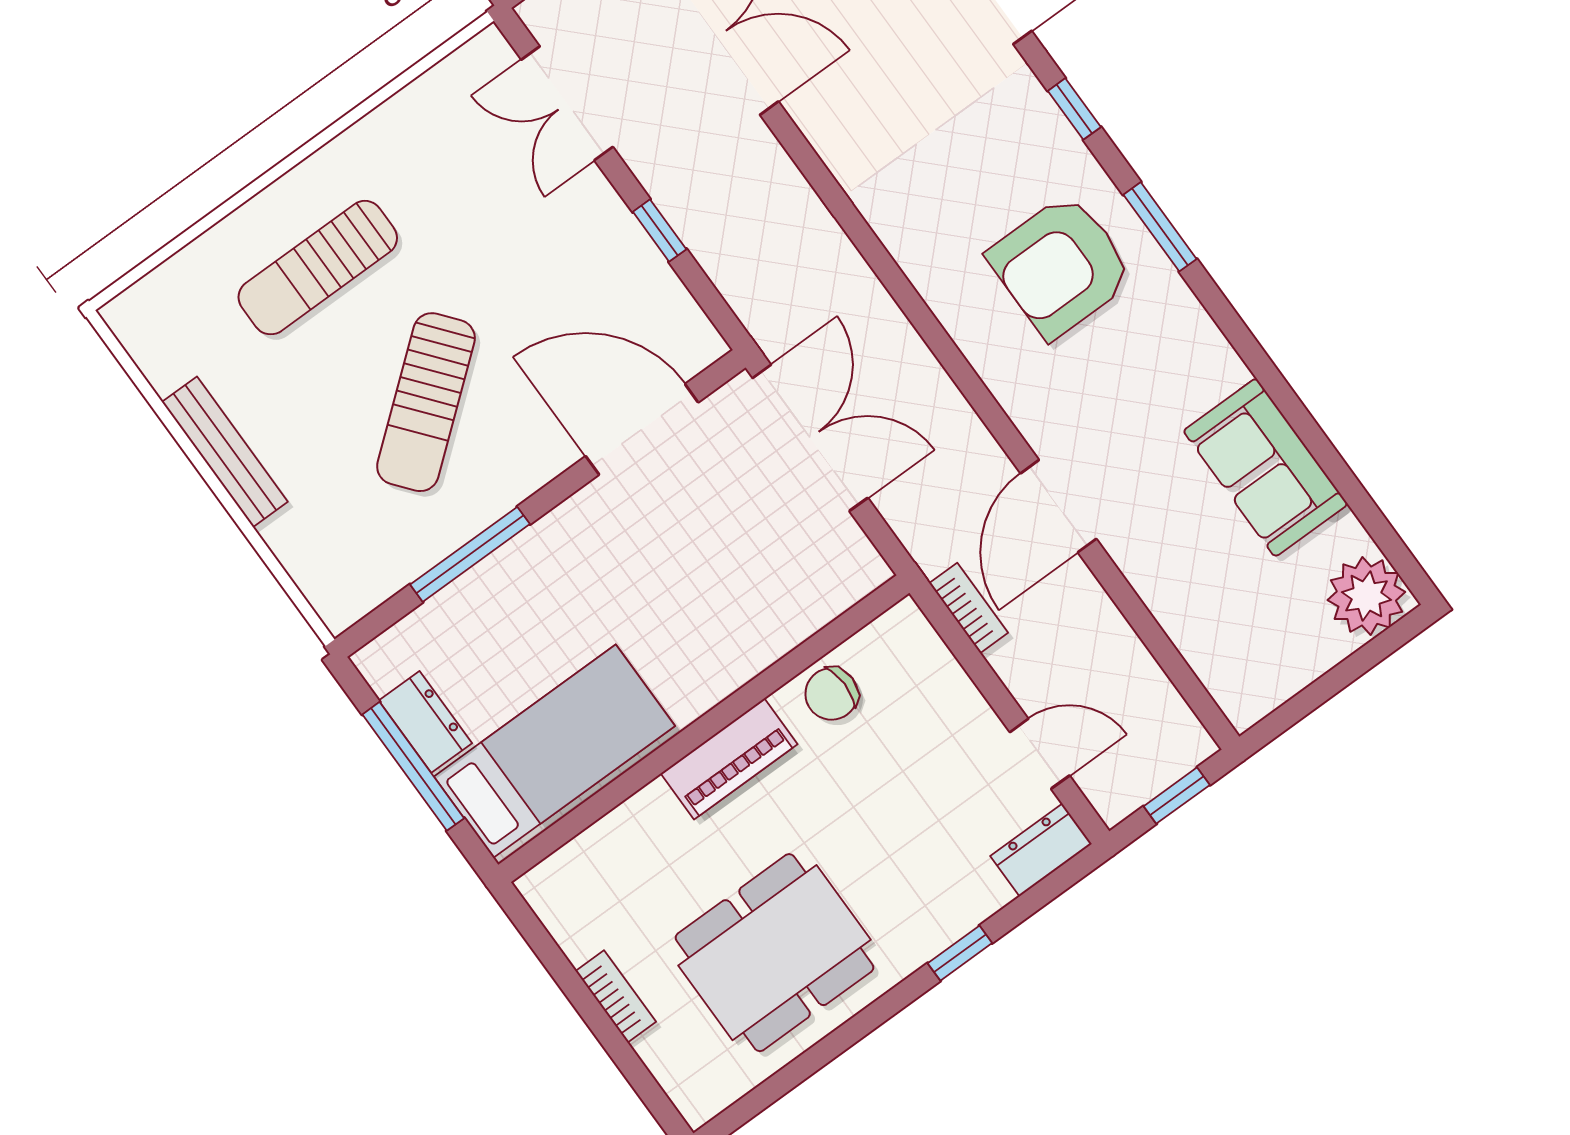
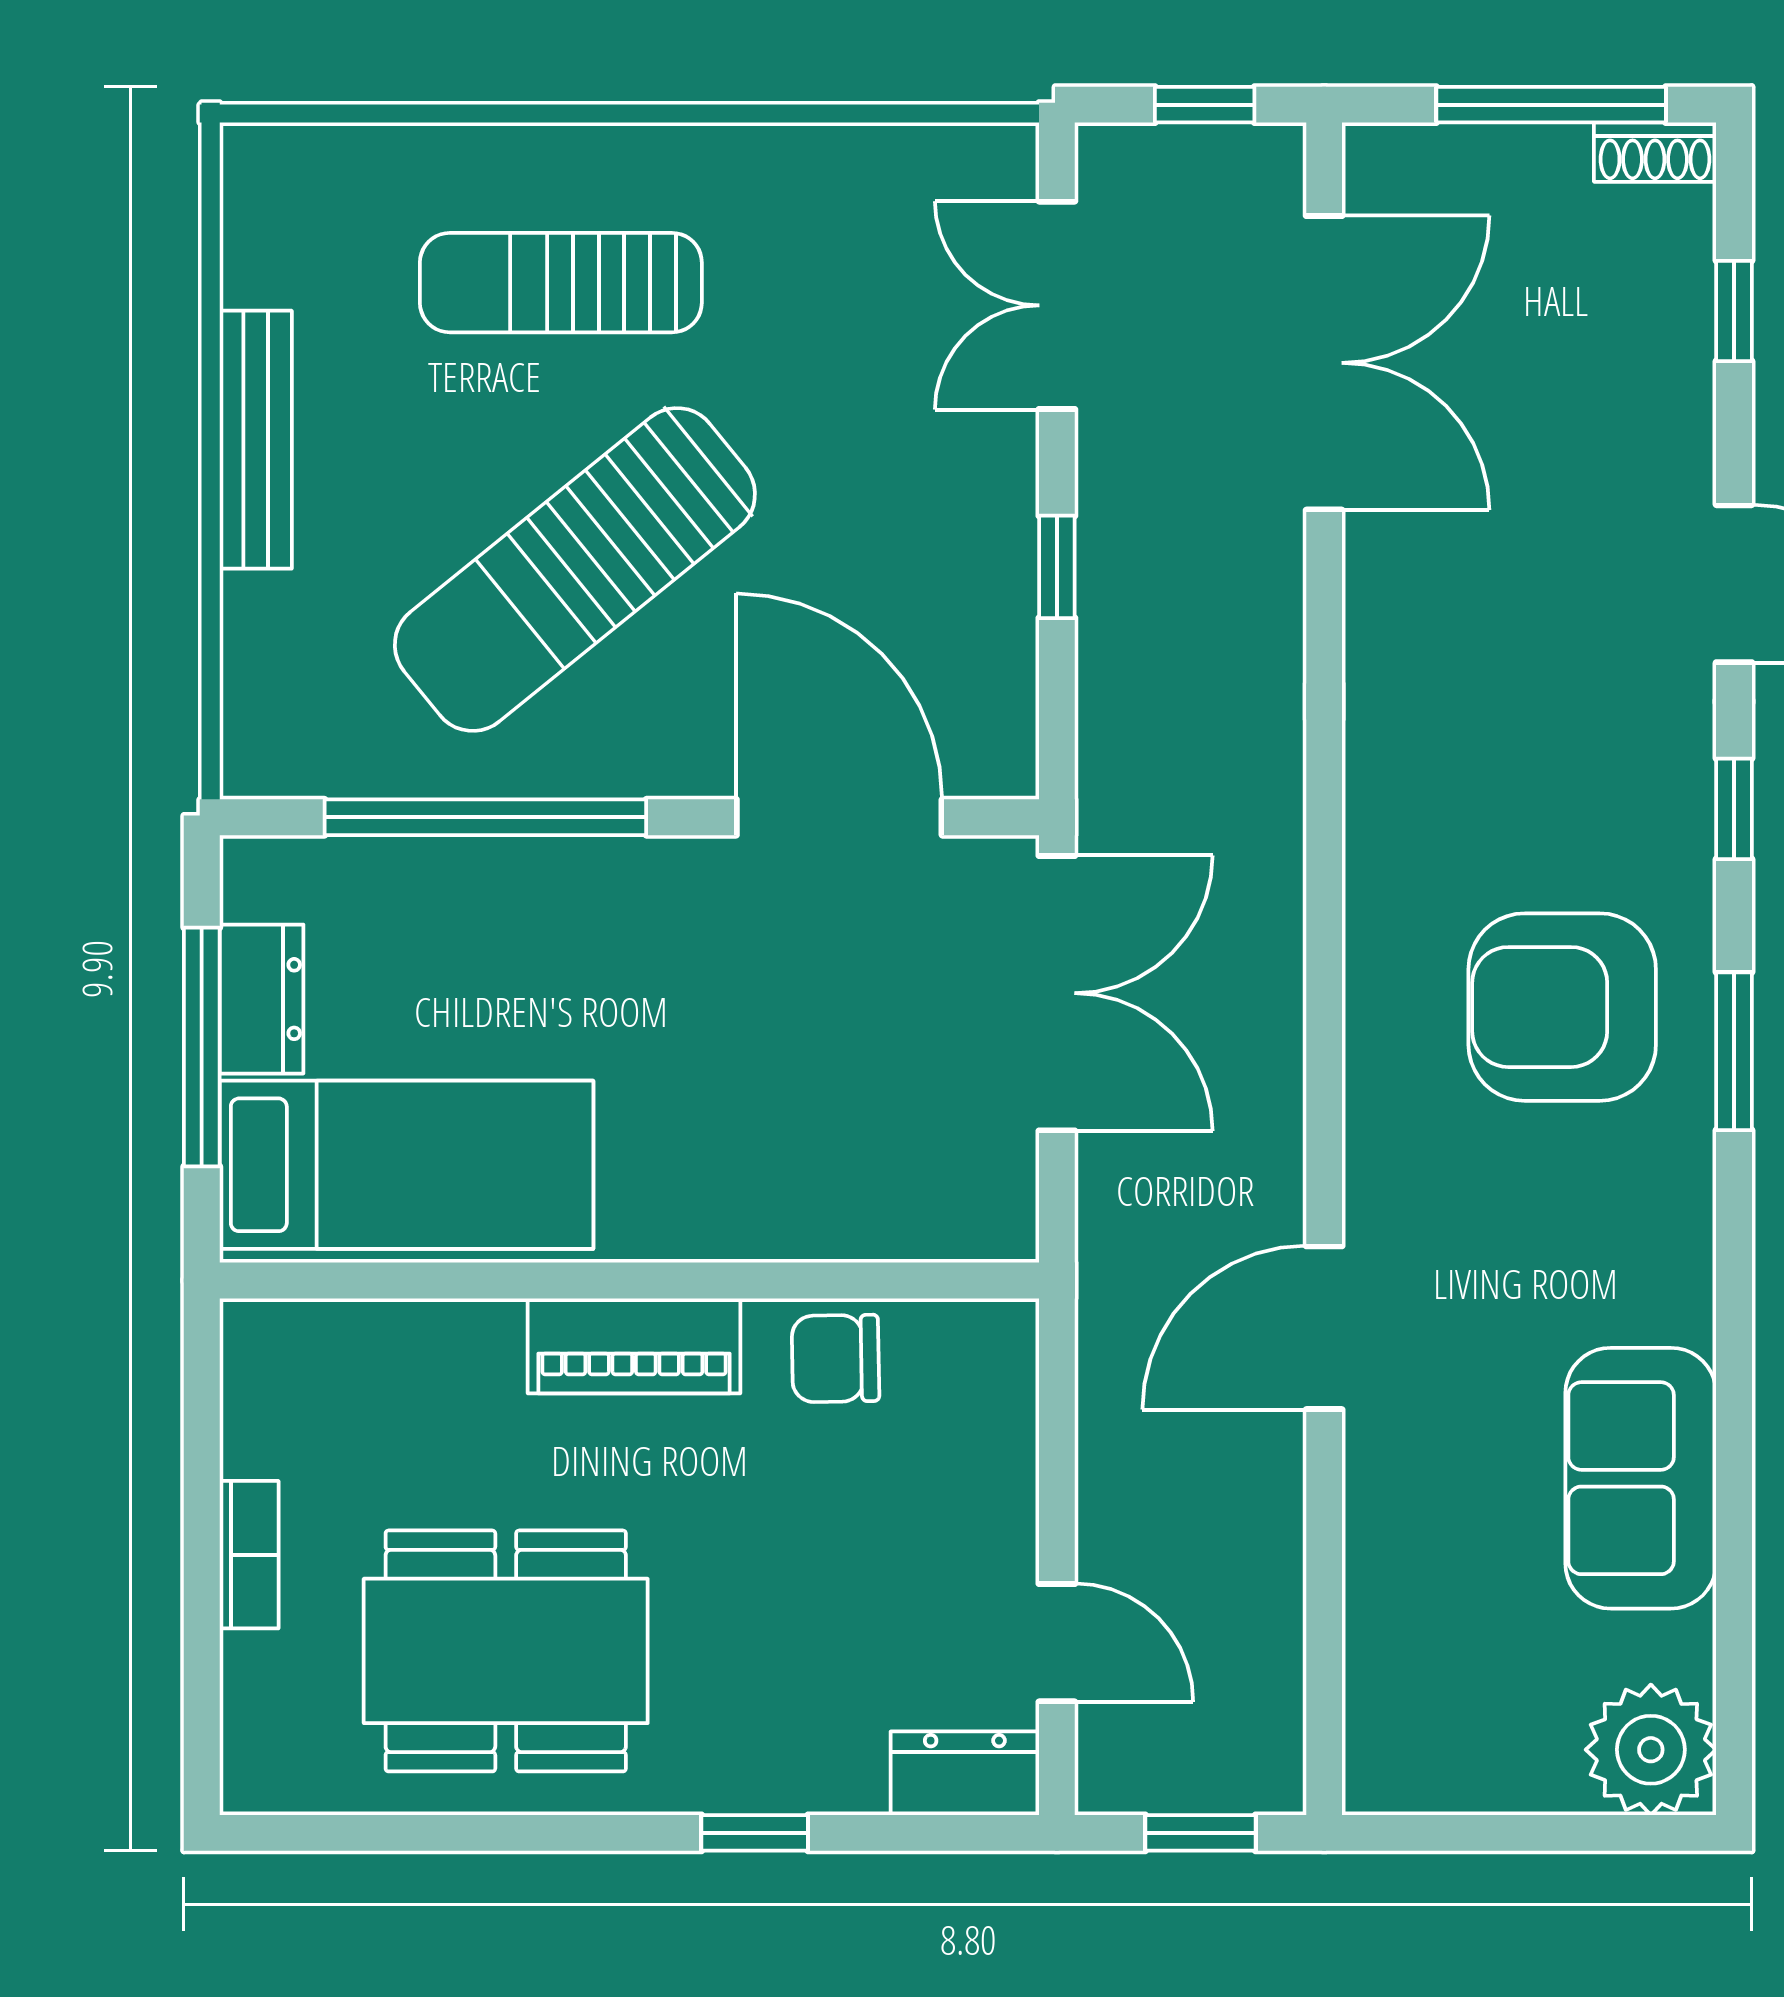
sun lounger: (426, 402) -> (575, 569), width x1.36, depth x1.34
window: (470, 554) -> (485, 817), width x1.46
bookcase: (969, 608) -> (1104, 1377), removed

